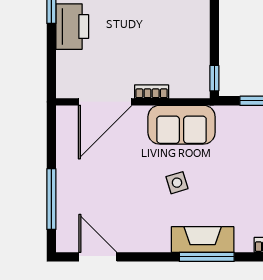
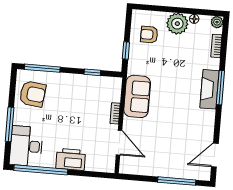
window: (214, 78) -> (92, 72), moved
door: (105, 102) -> (119, 143), width x0.73
side table: (177, 183) -> (173, 102), removed

